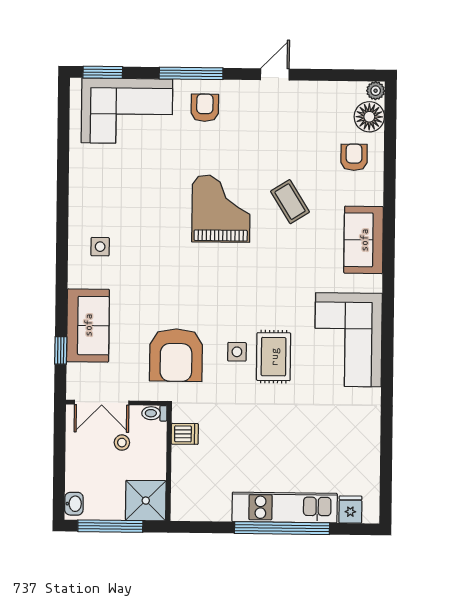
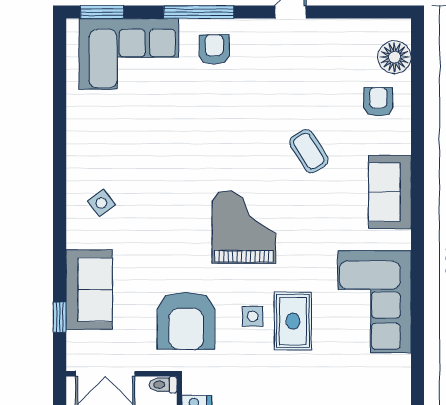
plant: (376, 91) -> (401, 28), removed
grand piano: (221, 209) -> (244, 227), moved
side table: (100, 247) -> (101, 203), turned -37

